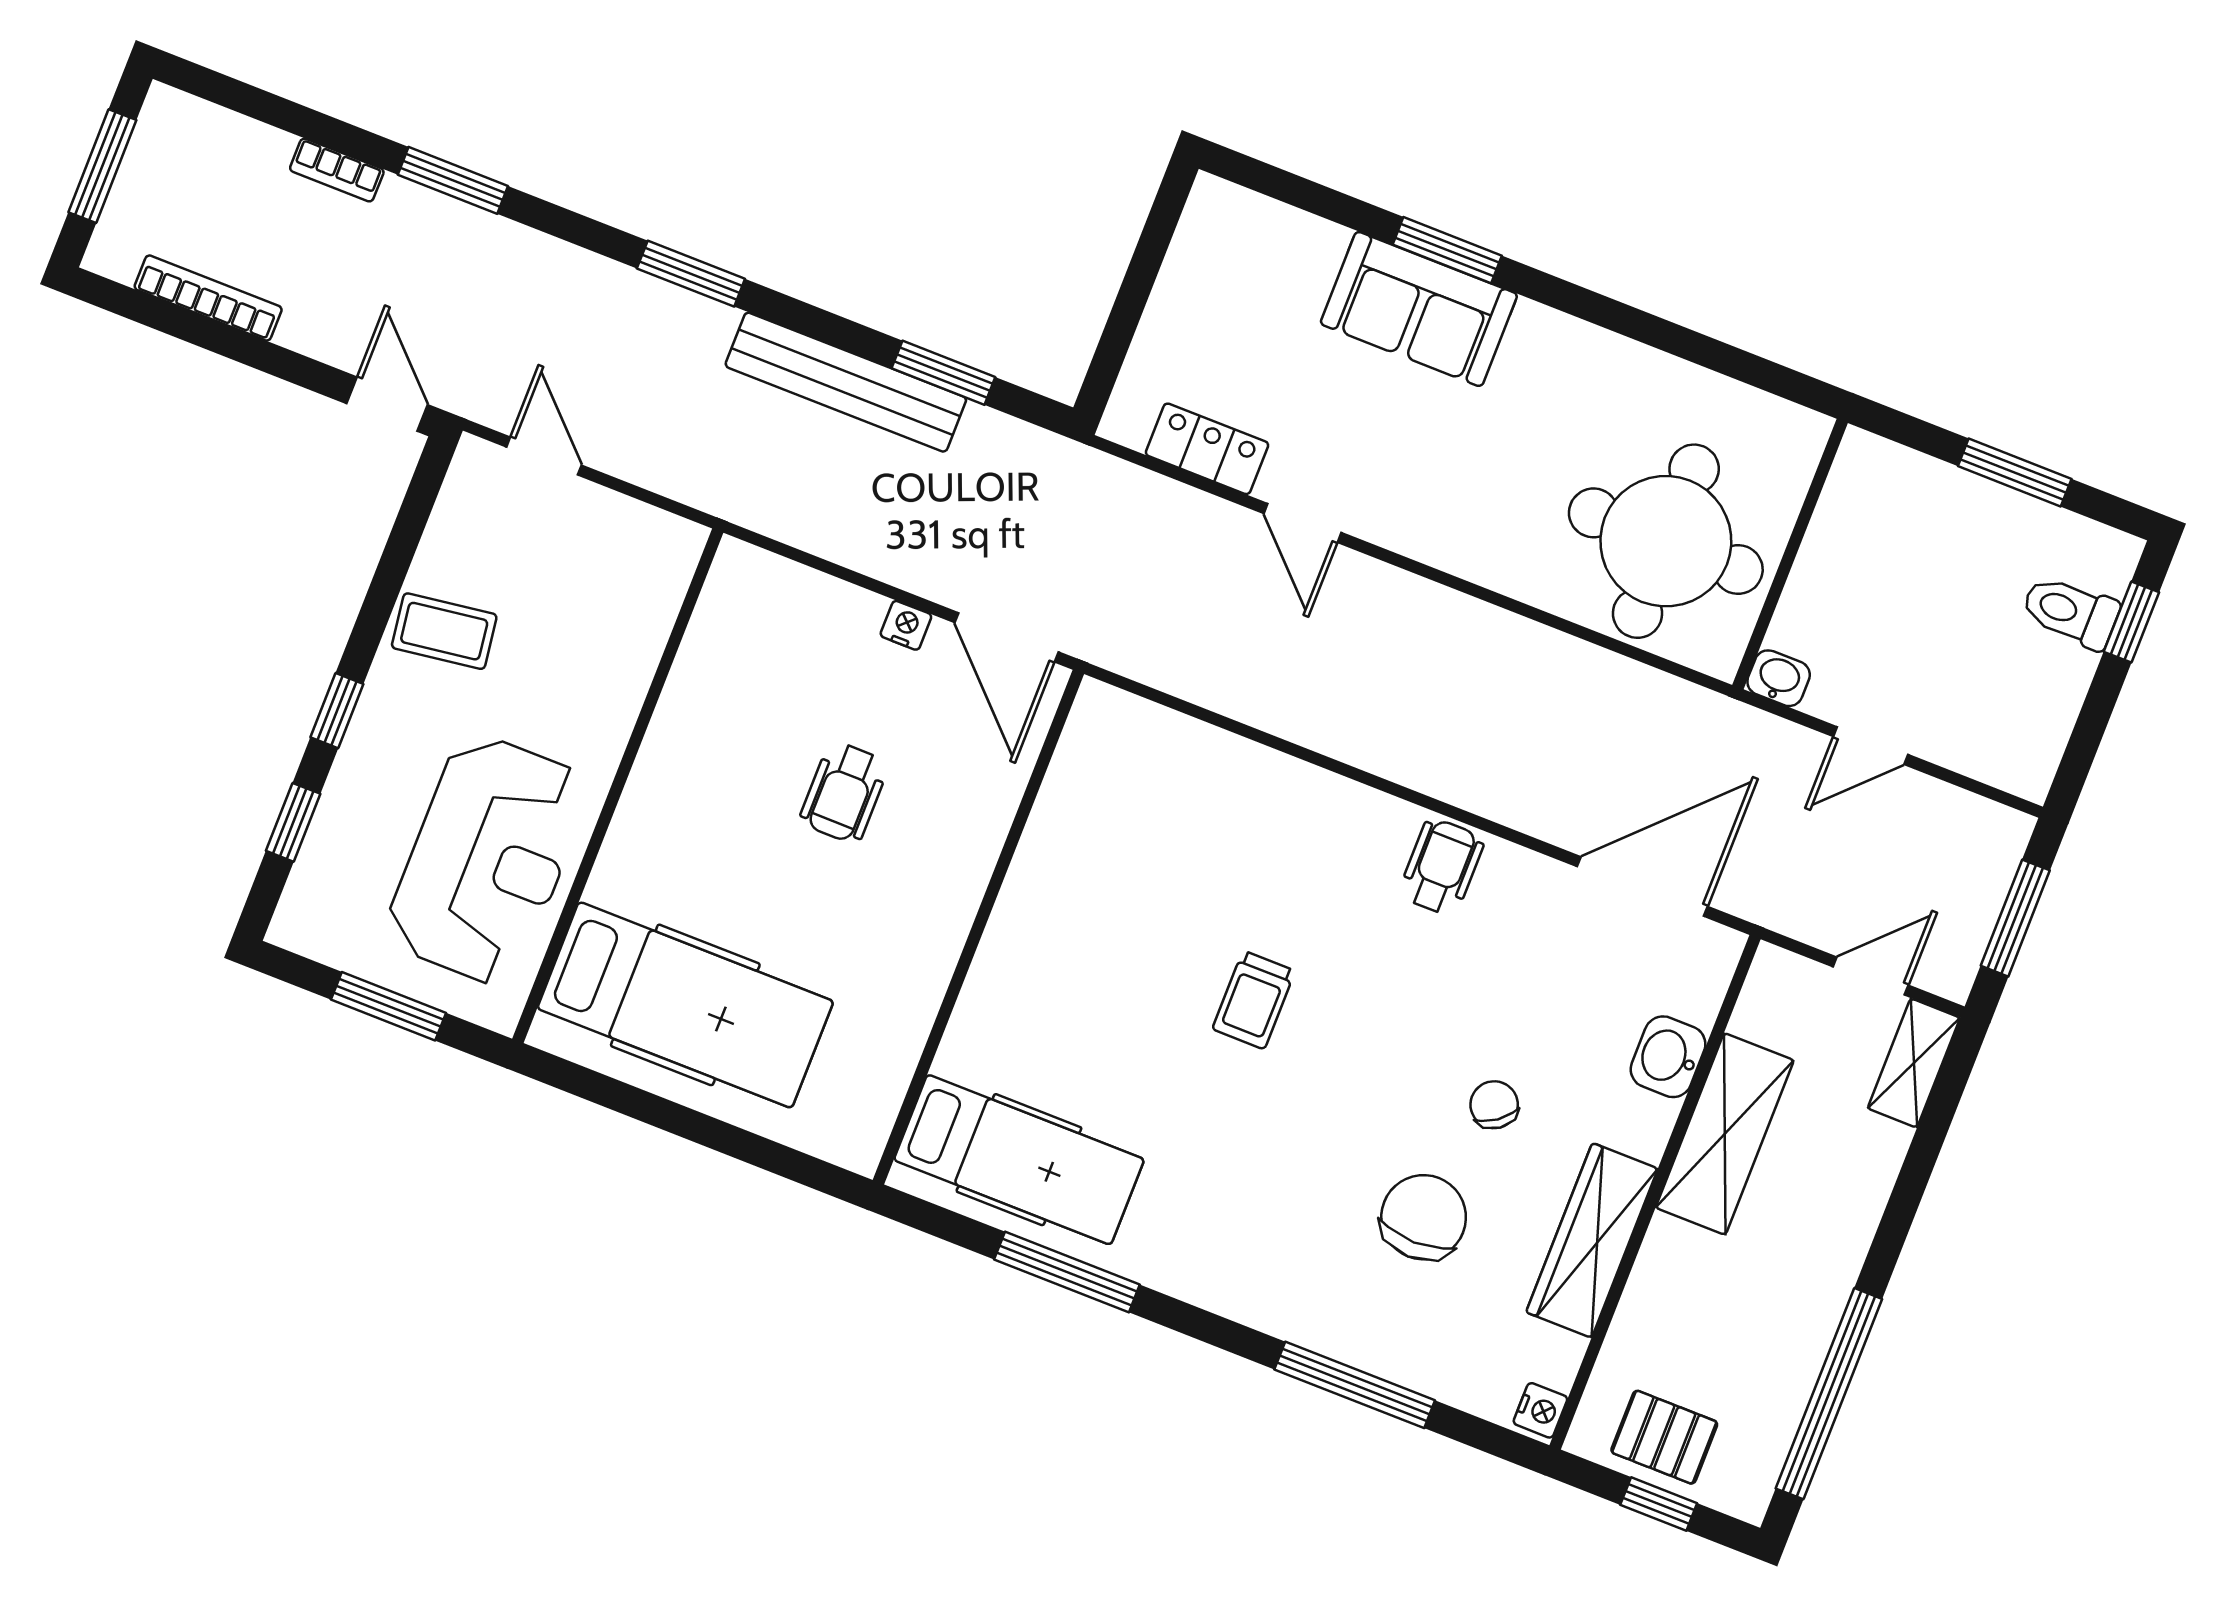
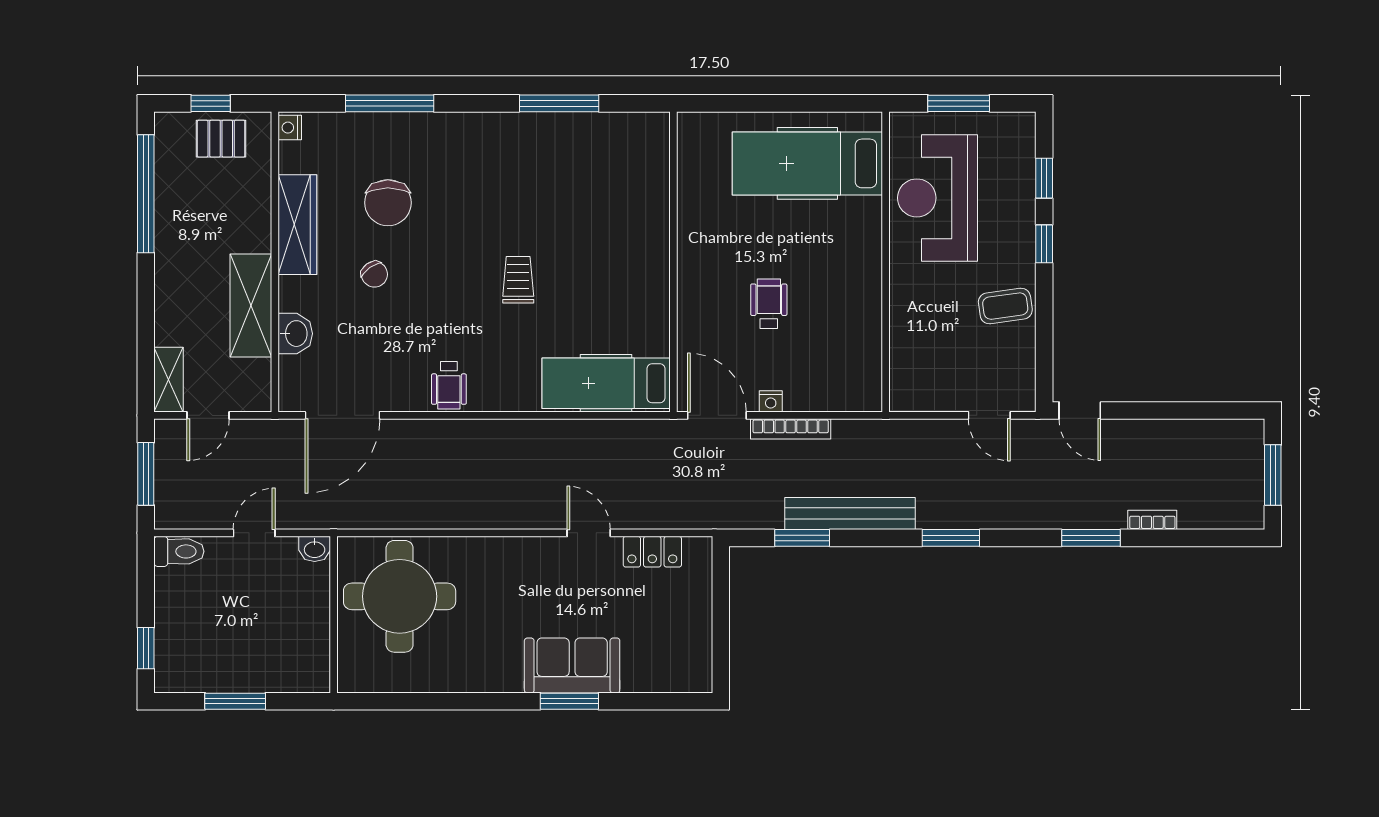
bookcase: (208, 298) -> (791, 429), moved
toilet: (2070, 612) -> (179, 551), moved
hospital bed: (1019, 1160) -> (606, 383), moved

